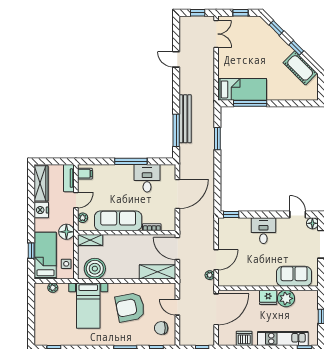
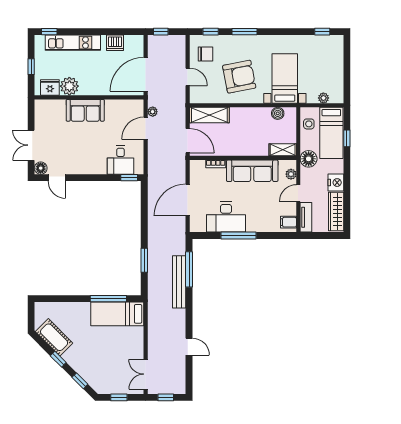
desk: (147, 178) -> (226, 217), width x1.37
desk: (263, 231) -> (121, 160), moved
boiler: (95, 269) -> (278, 113), width x0.54, depth x0.54
sofa: (294, 276) -> (85, 110), moved
fridge: (268, 297) -> (50, 87), moved

